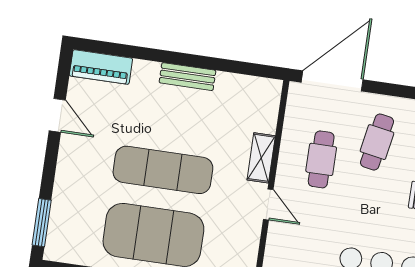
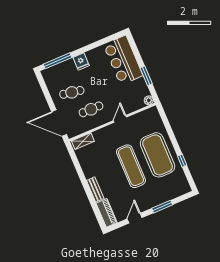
bench: (187, 77) -> (95, 189), moved
shelving: (261, 158) -> (83, 141), moved
window: (42, 223) -> (162, 207), moved

